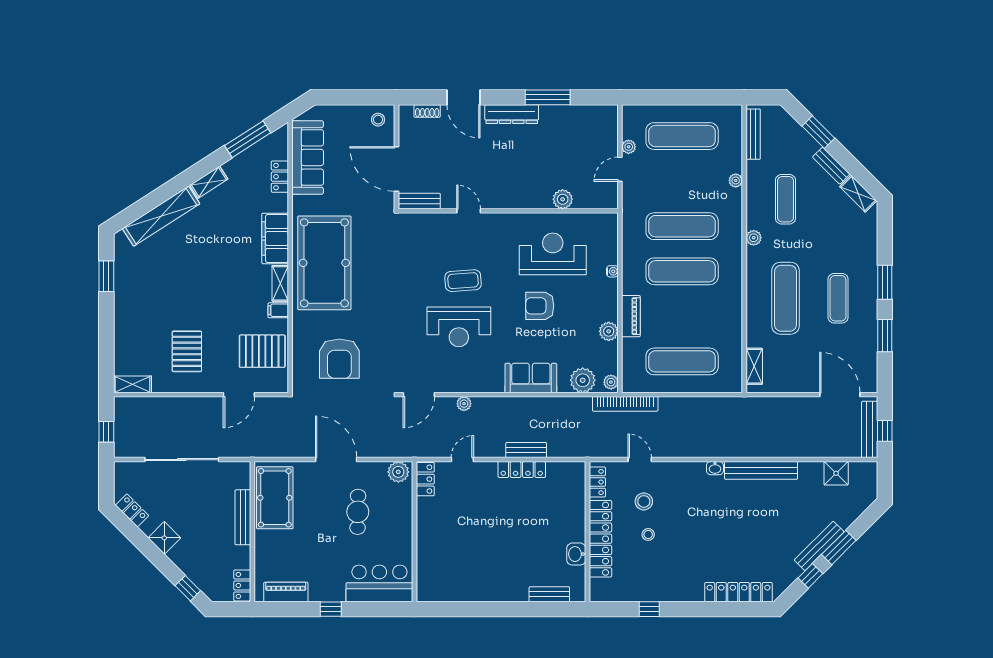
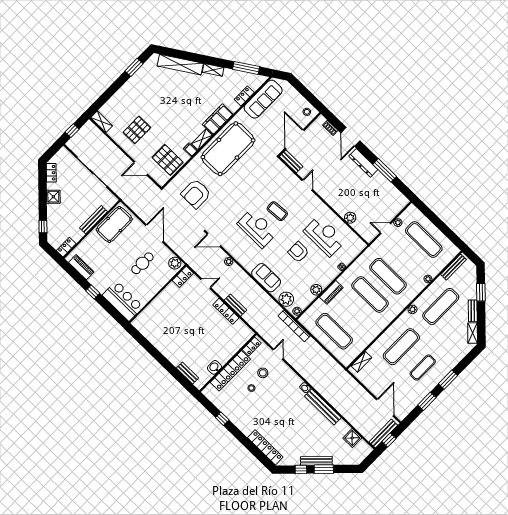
exercise mat: (785, 199) -> (441, 306), width x1.36, depth x1.45
reception desk: (459, 327) -> (257, 228), turned 180

